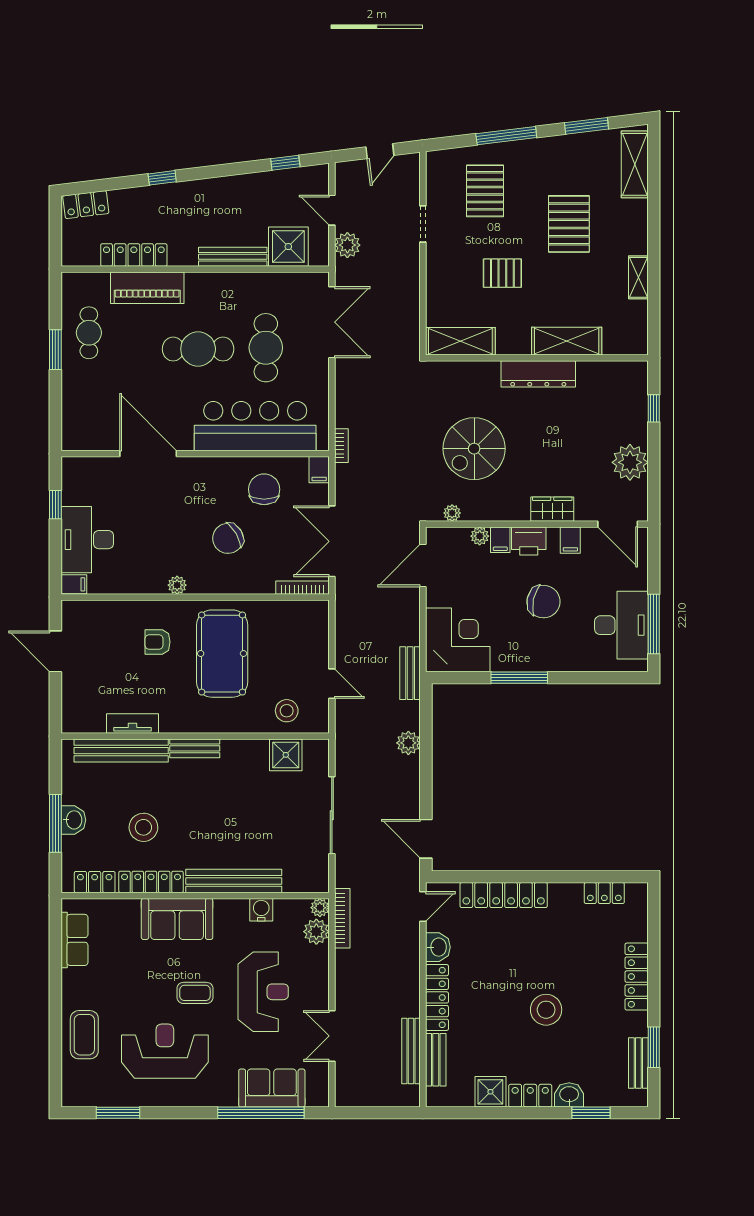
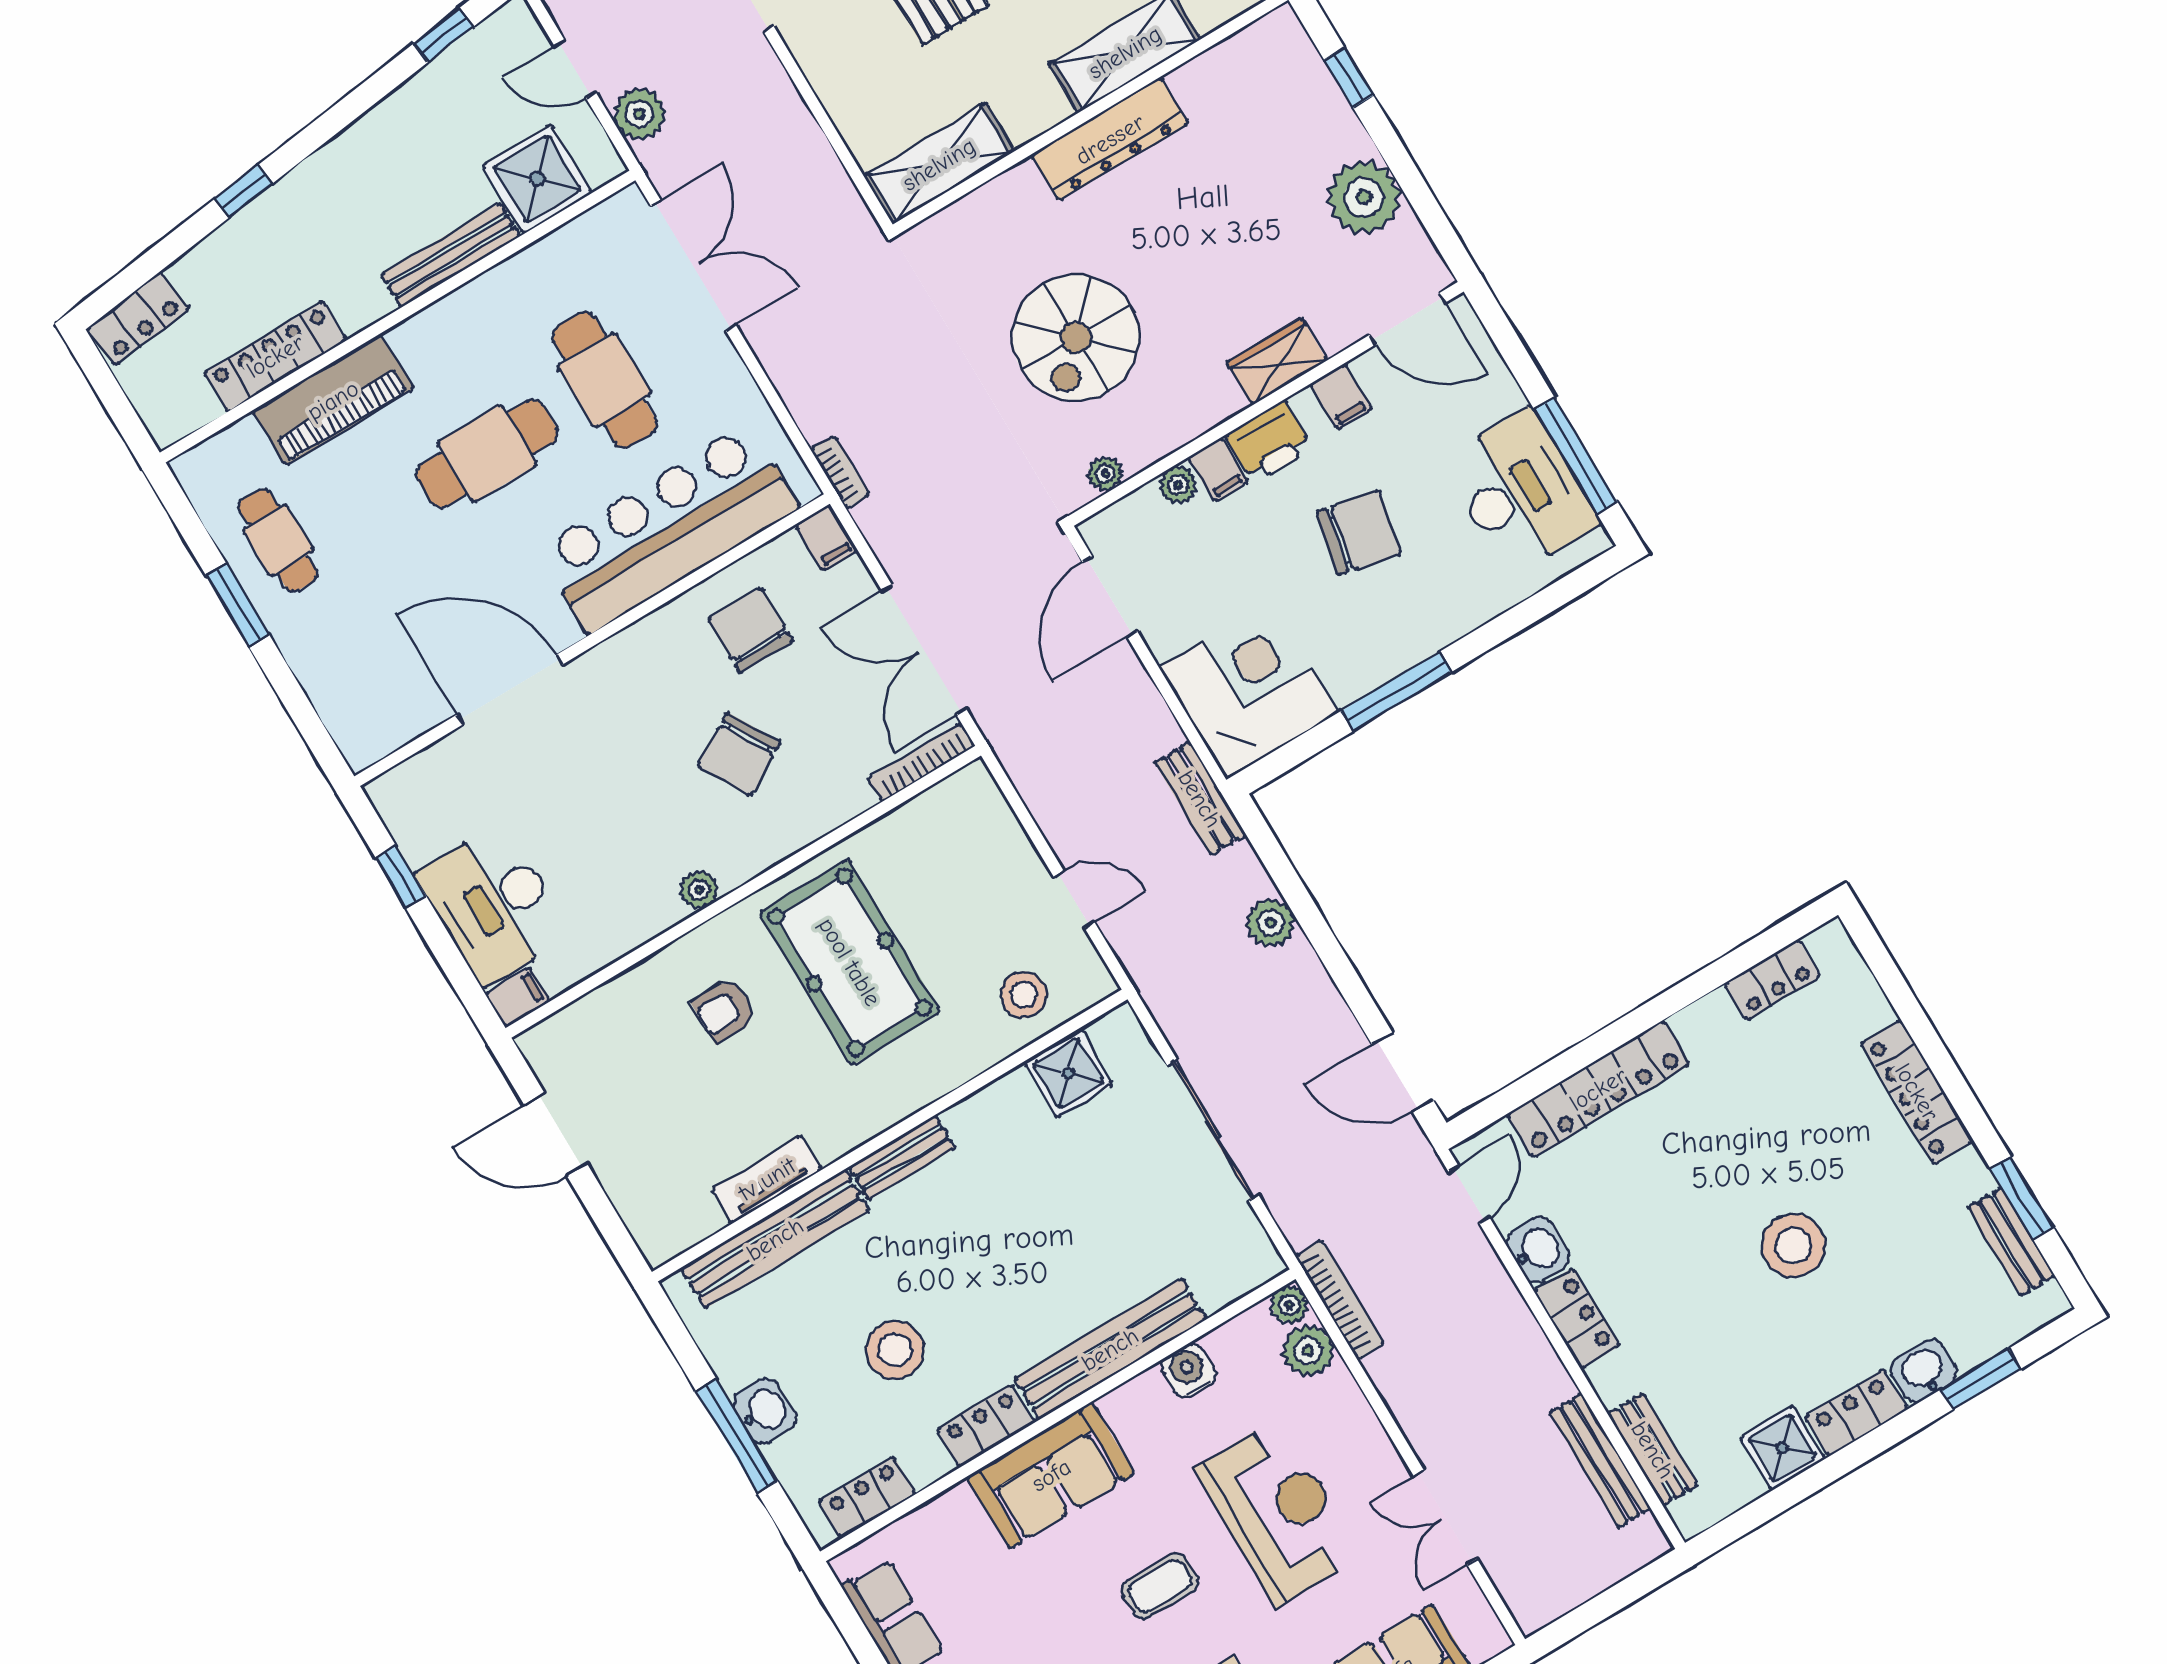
locker: (151, 882) -> (986, 1426), width x0.66
locker: (437, 997) -> (1577, 1318), width x0.66

